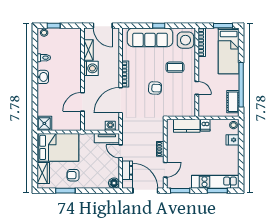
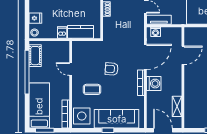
washing machine: (91, 68) -> (154, 84), moved, turned 180

